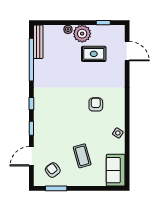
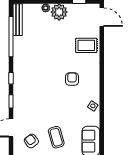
door: (127, 51) -> (102, 17), moved
rug: (94, 54) -> (86, 45), moved
coffee table: (82, 156) -> (56, 137), moved

